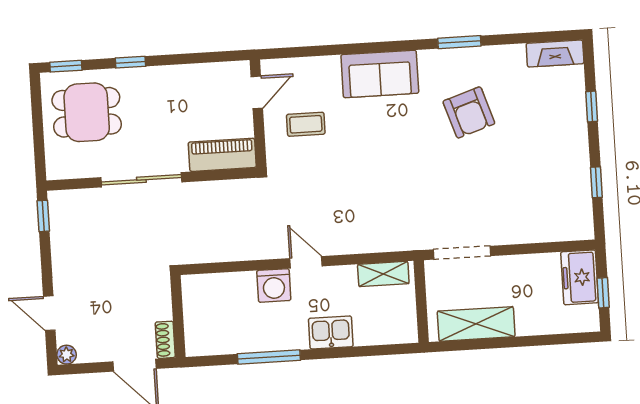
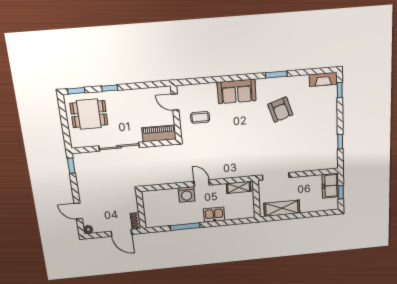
door: (257, 92) -> (175, 102), swing flipped
window: (592, 107) -> (340, 90), moved

